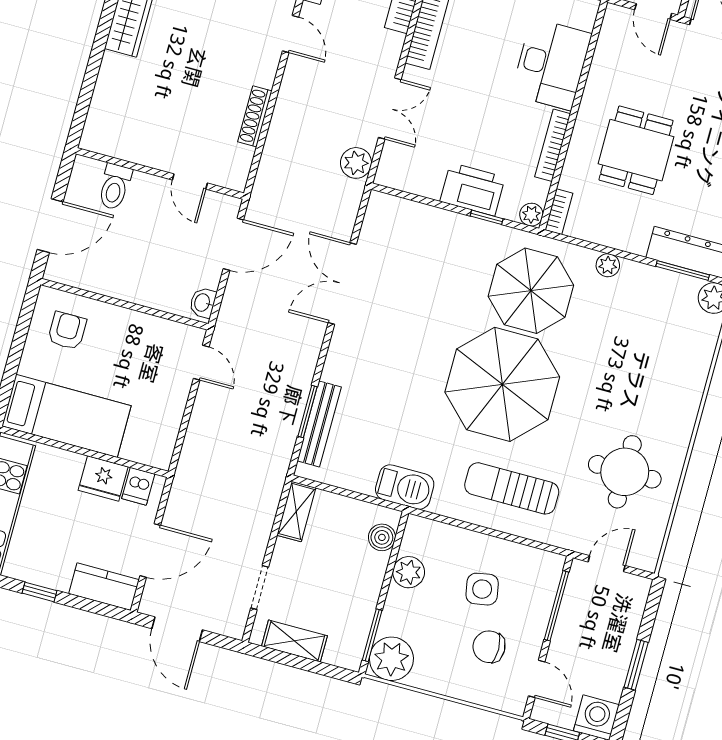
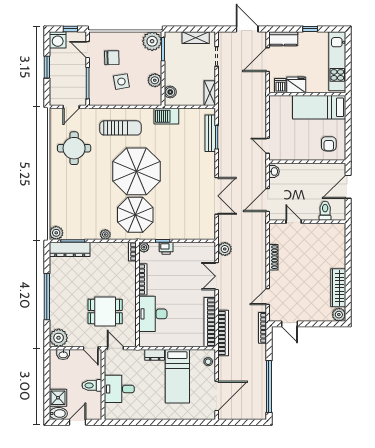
door: (291, 34) -> (268, 297), hinge flipped
dining table: (636, 150) -> (105, 312), moved, turned 90
printer: (473, 189) -> (166, 248), width x0.53, depth x0.68

